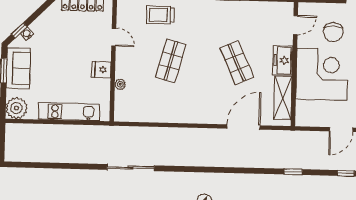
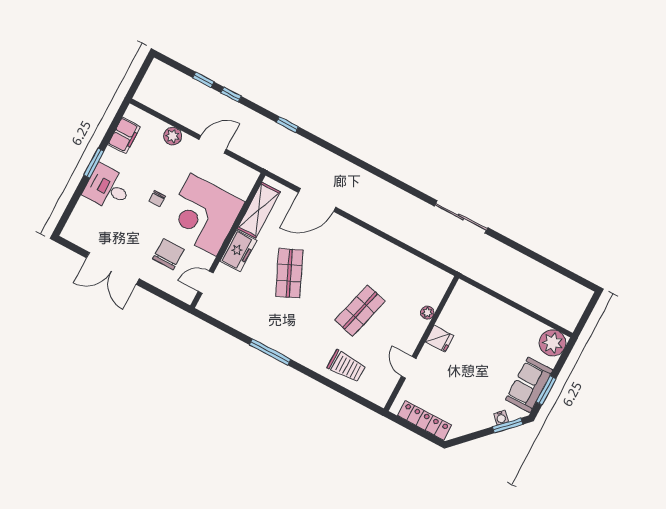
window: (19, 30) -> (508, 426), width x1.50
kitchen unit: (69, 112) -> (498, 311), removed

